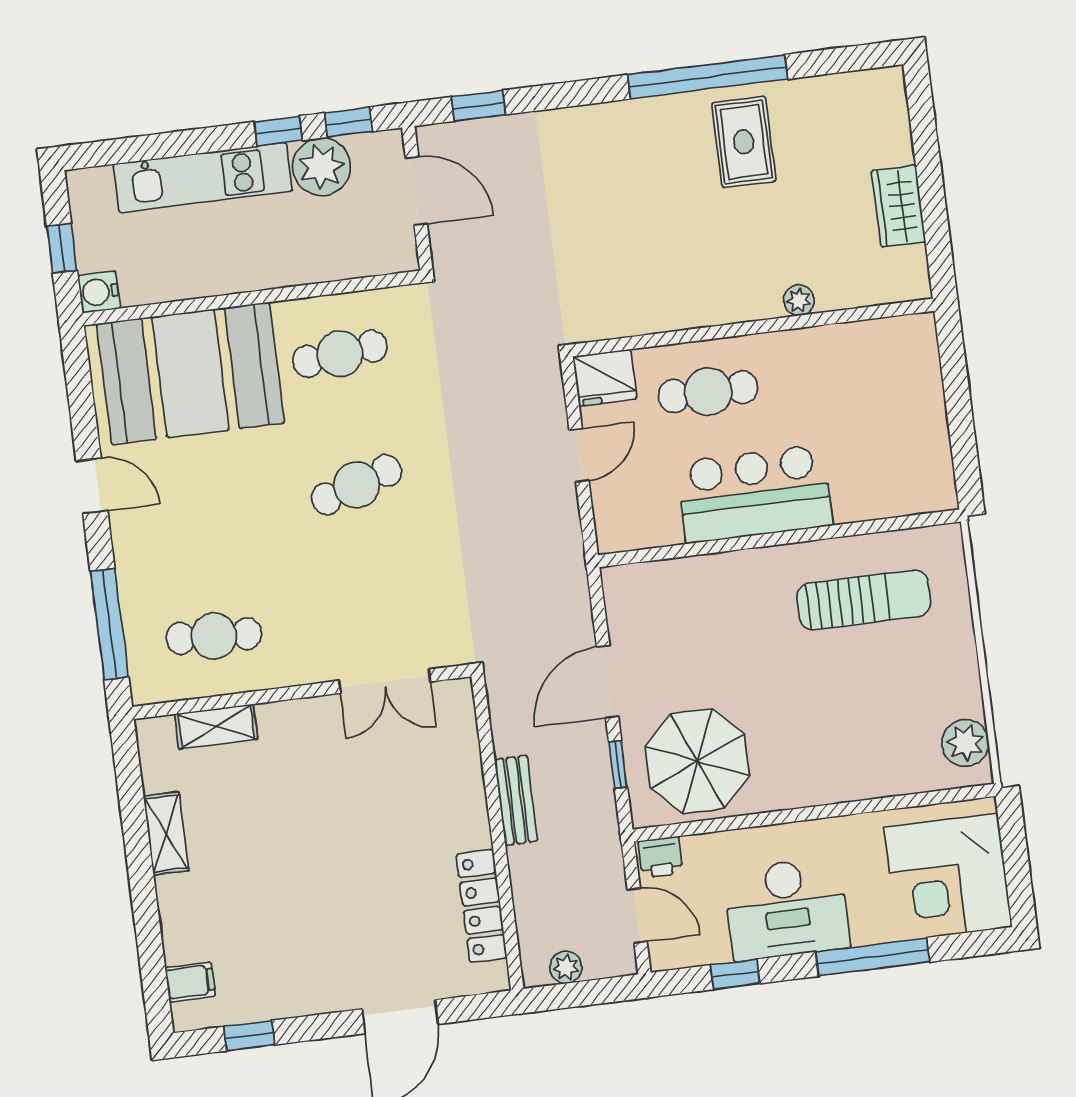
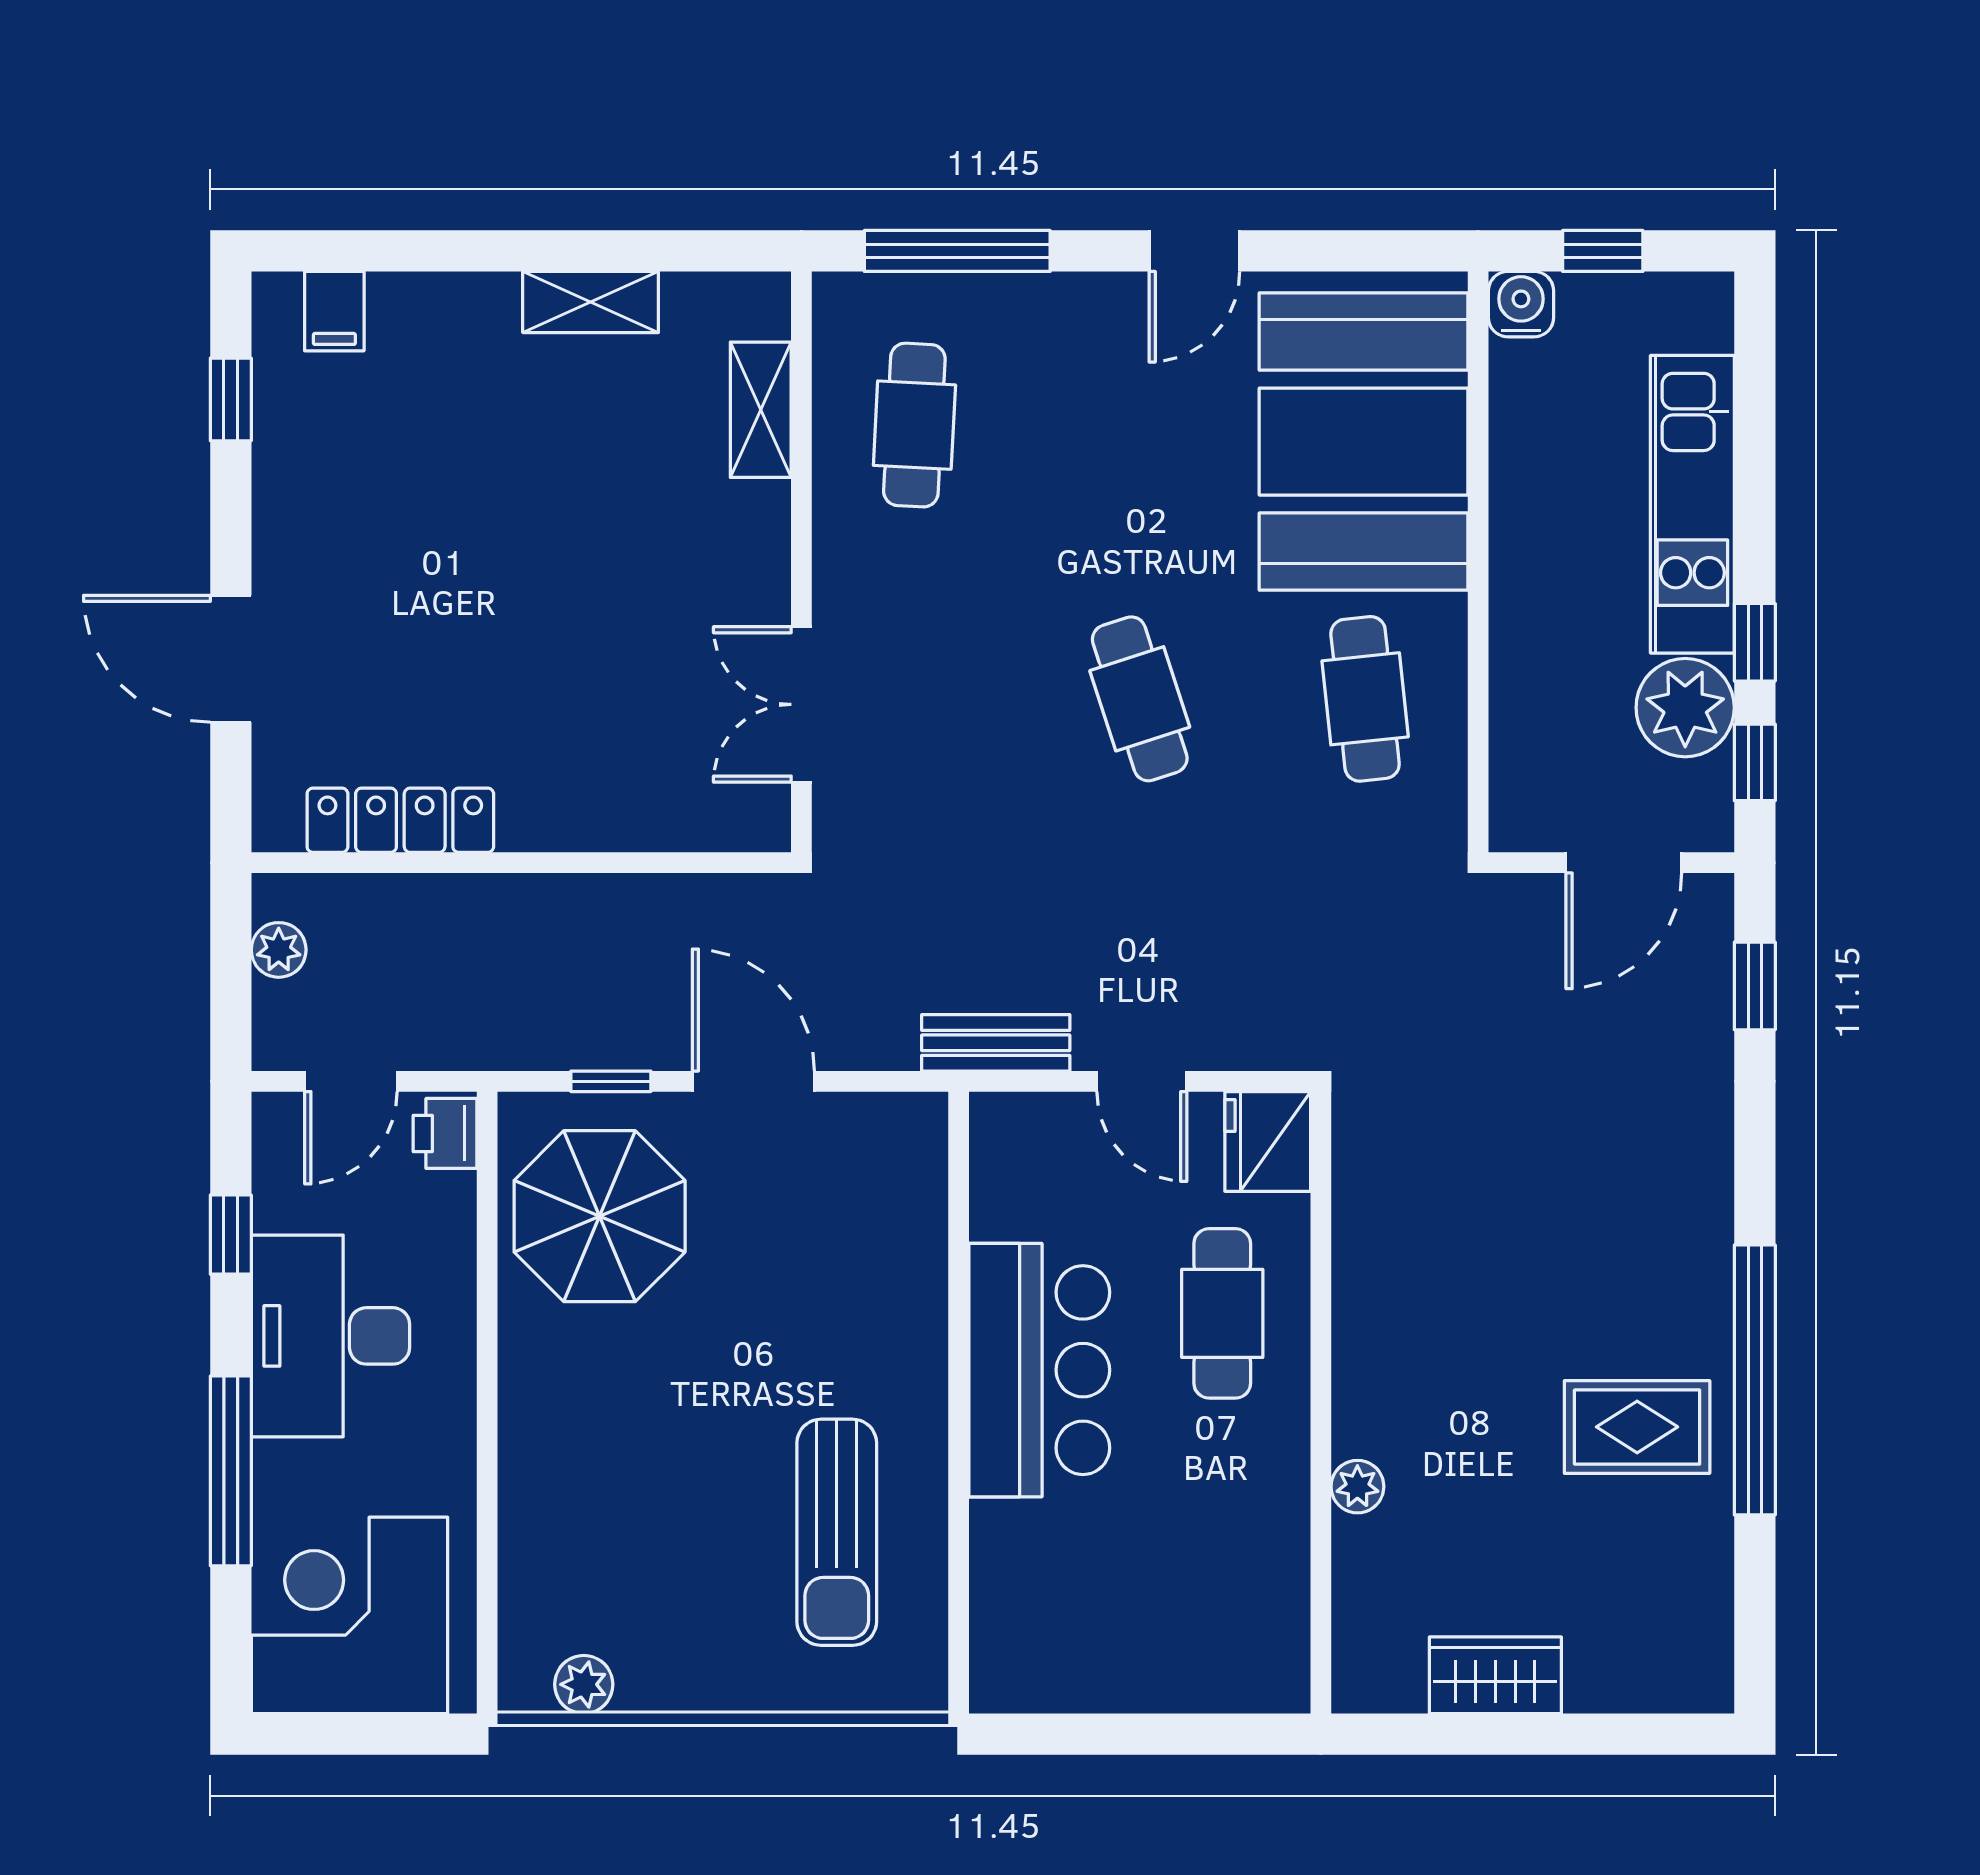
plant: (965, 743) -> (584, 1684), width x0.73, depth x0.73
bench: (516, 800) -> (996, 1043), moved

